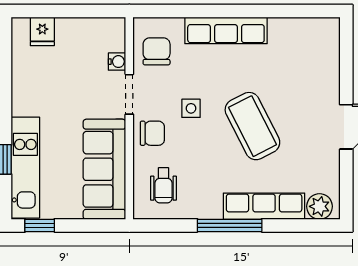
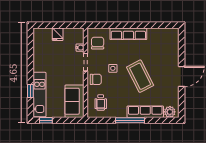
fridge: (42, 31) -> (58, 34), moved
sofa: (104, 169) -> (74, 101), width x0.73

